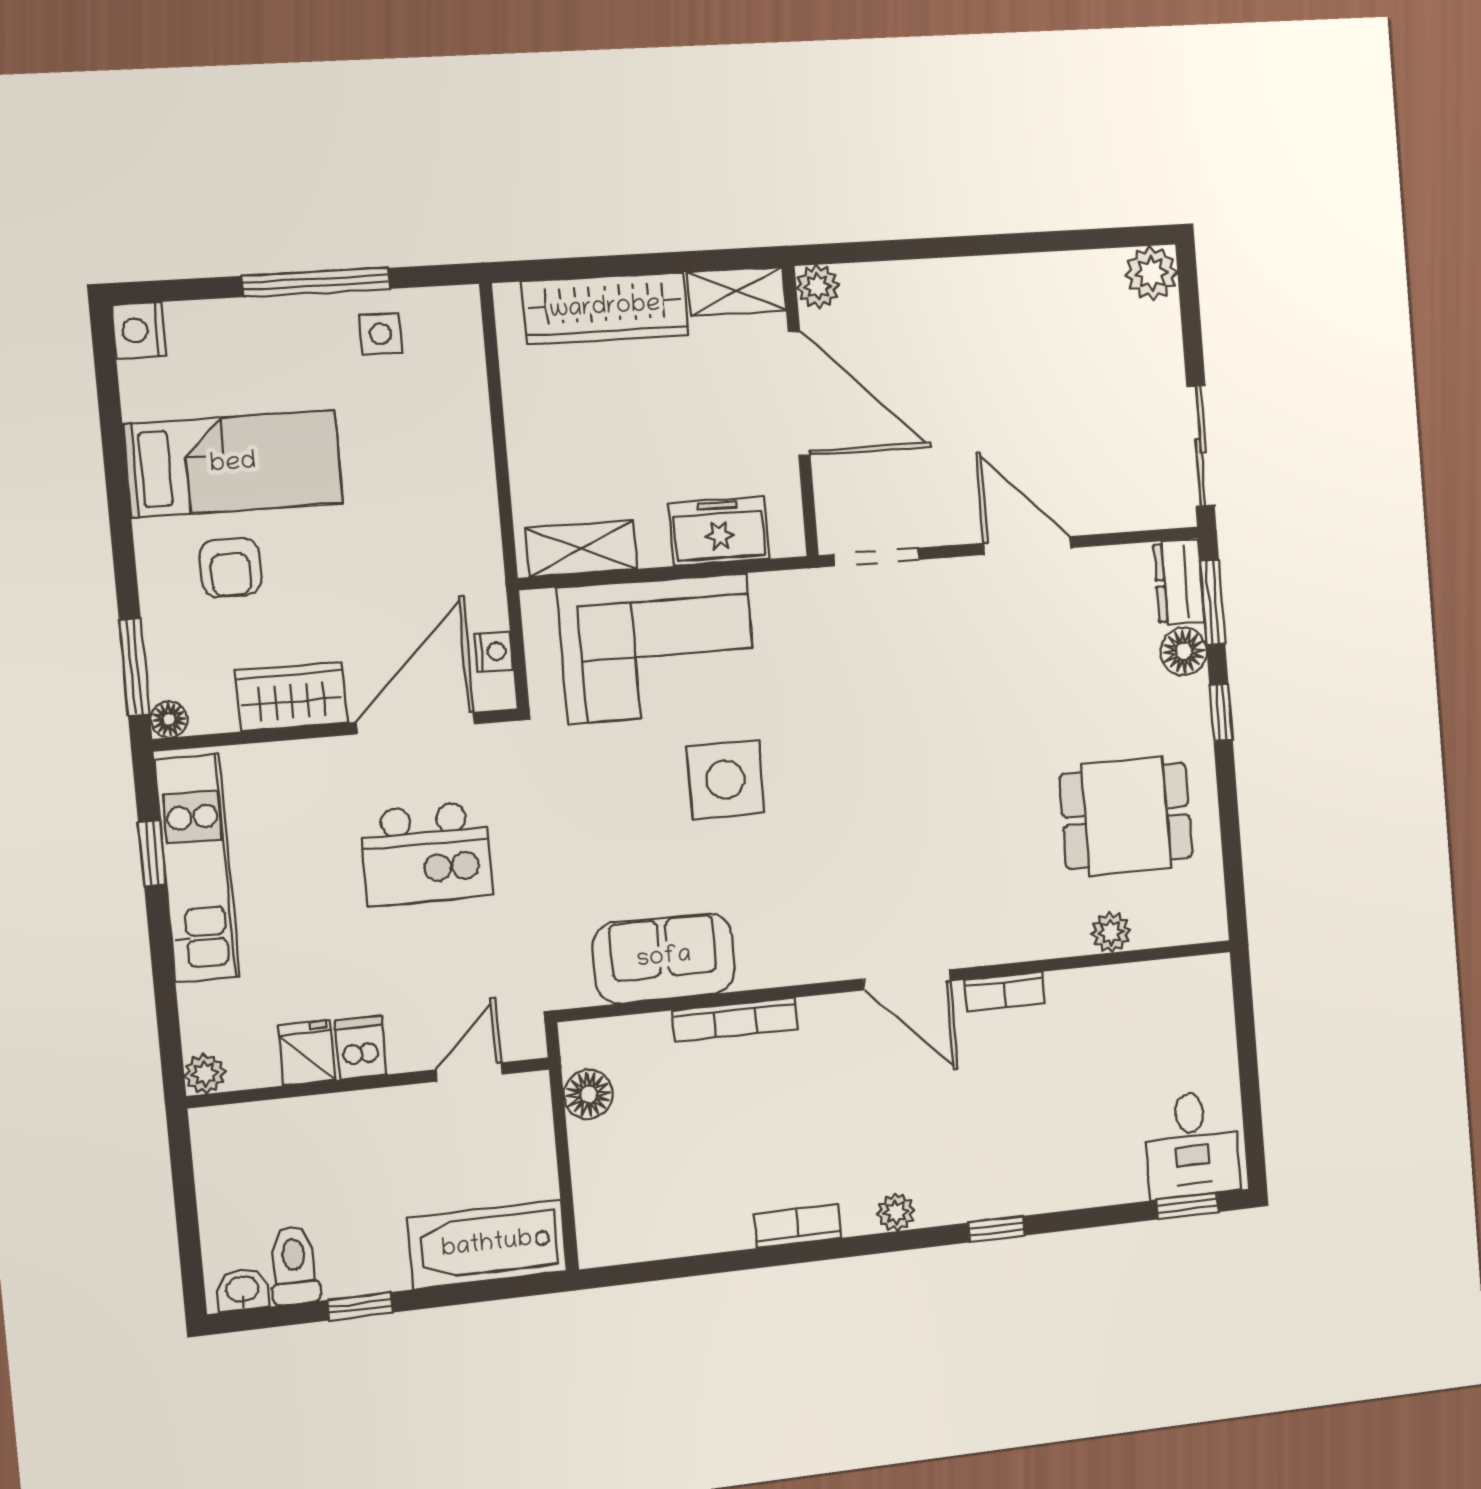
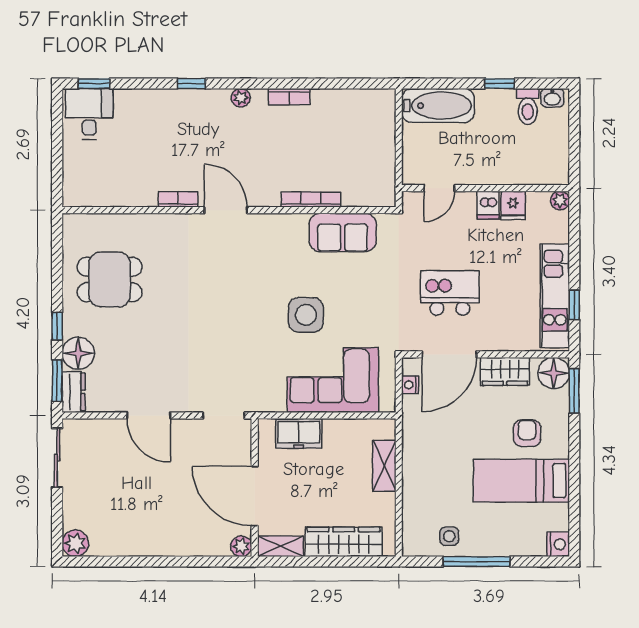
shelving: (581, 549) -> (384, 466), moved, turned 90
floor lamp: (1184, 651) -> (78, 353), width x1.38, depth x1.38
floor lamp: (169, 719) -> (554, 373), width x1.89, depth x1.89
plant: (1111, 932) -> (122, 223), removed
floor lamp: (588, 1094) -> (384, 171), removed

